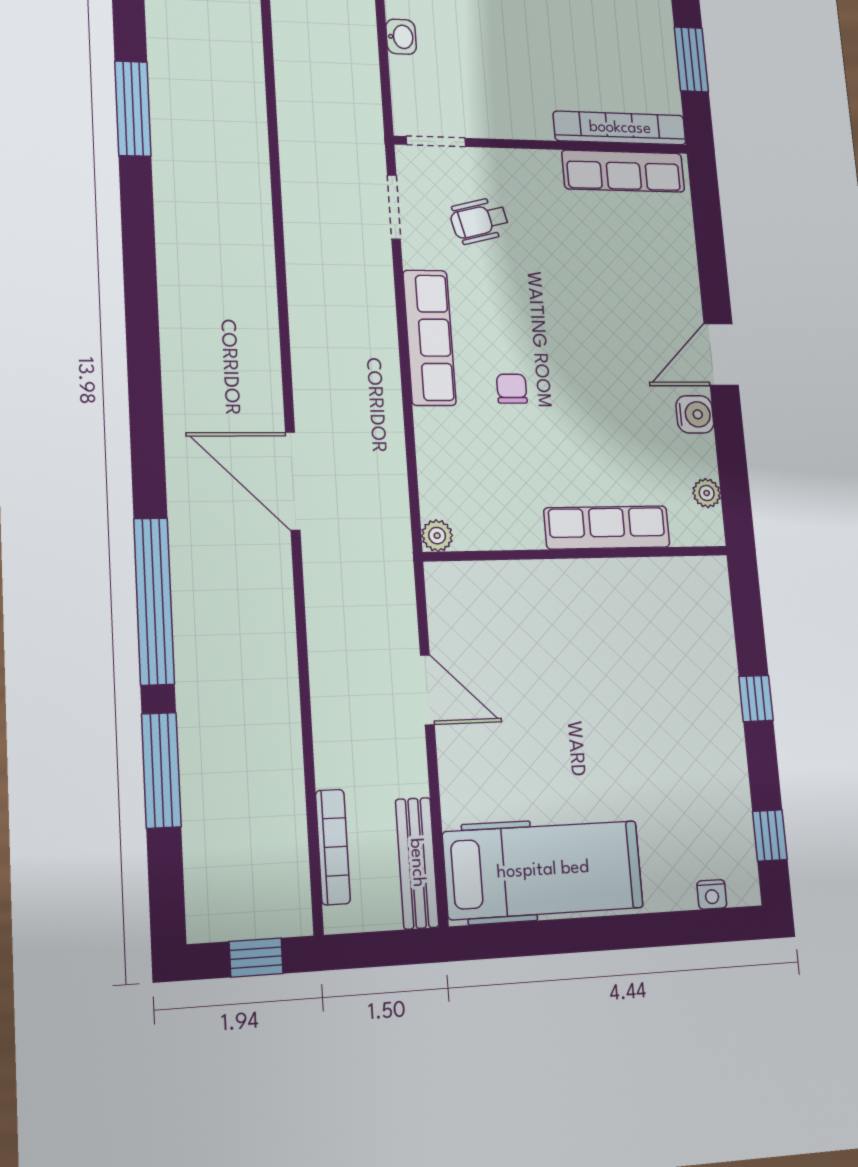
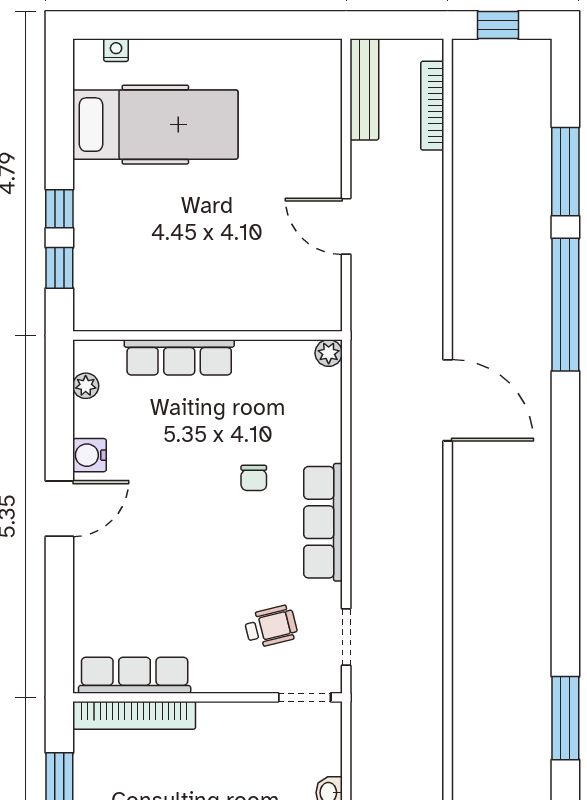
window: (770, 835) -> (59, 268), moved
hospital bed: (543, 870) -> (155, 125), moved, turned 180

